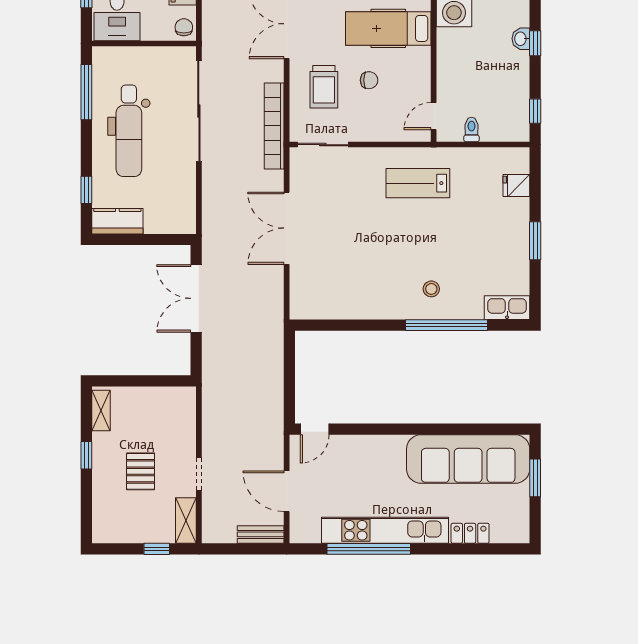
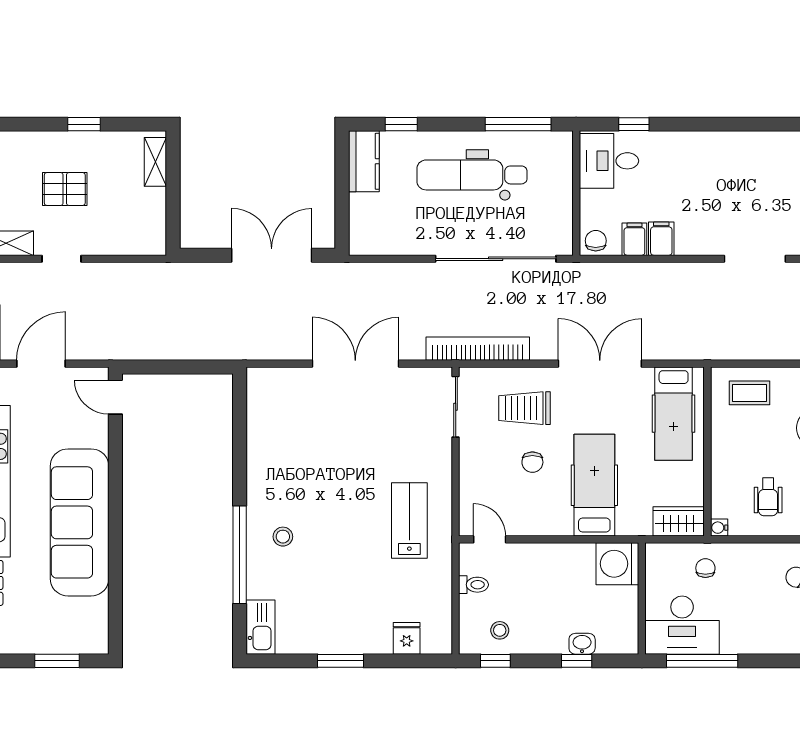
chair: (184, 27) -> (596, 241), turned -90
stool: (510, 108) -> (500, 630), added
shelving: (101, 411) -> (155, 162), moved, turned 90
sofa: (468, 459) -> (80, 522), moved

